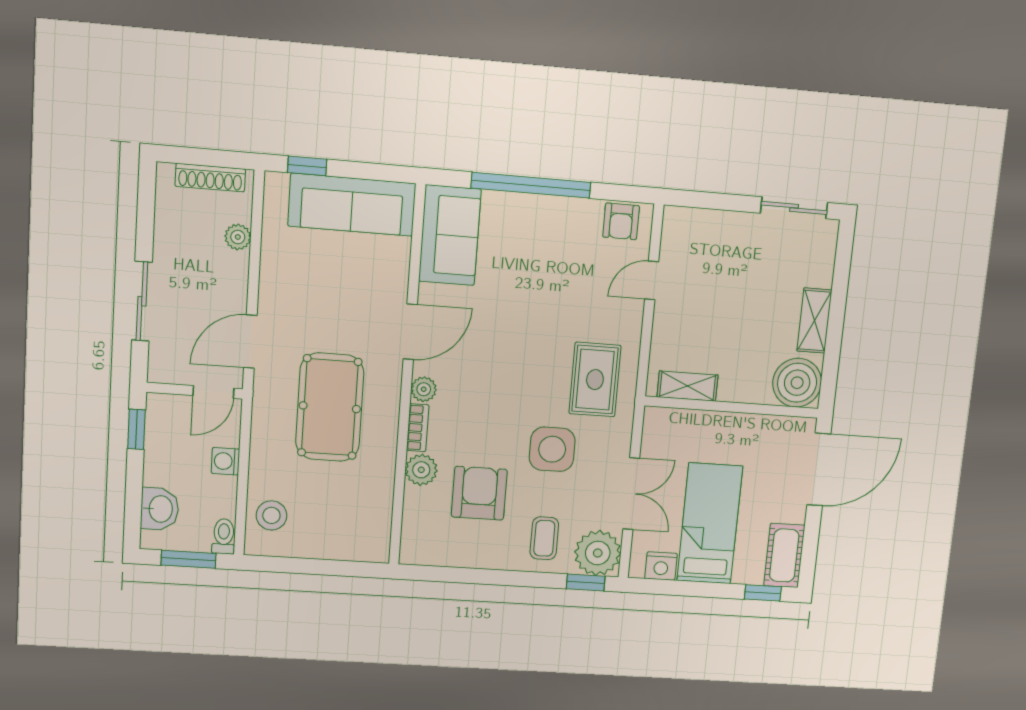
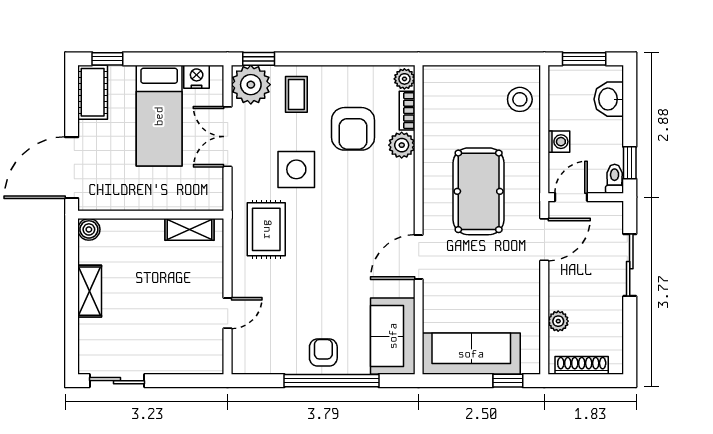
armchair: (621, 221) -> (323, 353), moved
boiler: (797, 383) -> (89, 229), width x0.54, depth x0.54
plant: (424, 389) -> (404, 79), moved
bookcase: (418, 428) -> (407, 111), moved
toilet: (224, 536) -> (615, 179), moved, turned 180

